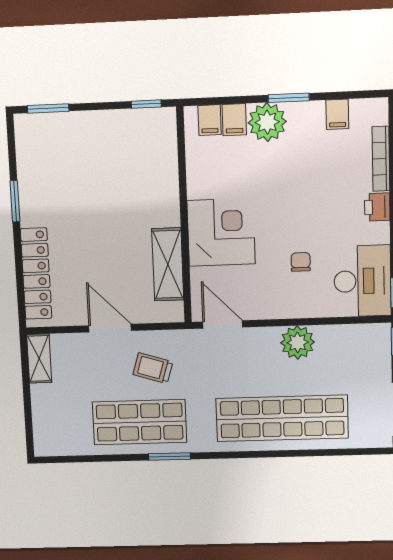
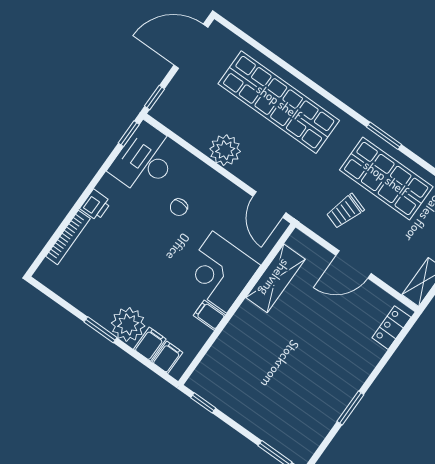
filing cabinet: (337, 114) -> (209, 315), moved, turned -90
locker: (36, 274) -> (391, 328), width x0.46, depth x0.83
door: (110, 328) -> (354, 264), hinge flipped
trolley: (153, 368) -> (345, 211), turned 91

